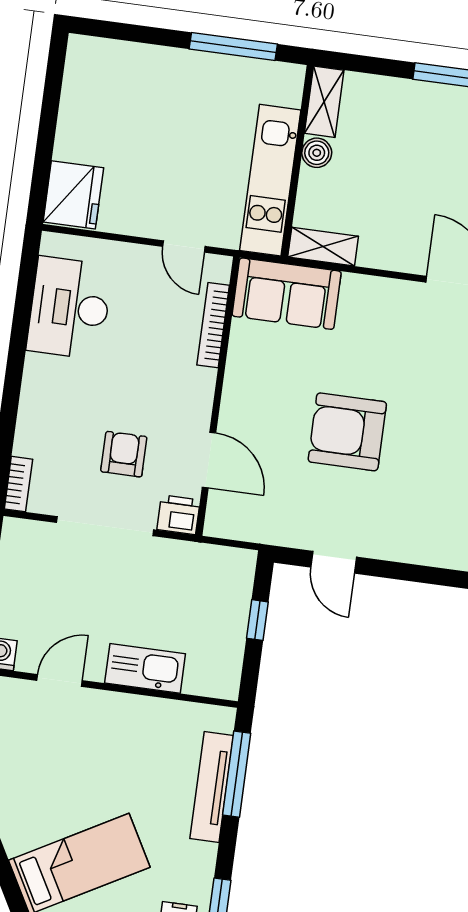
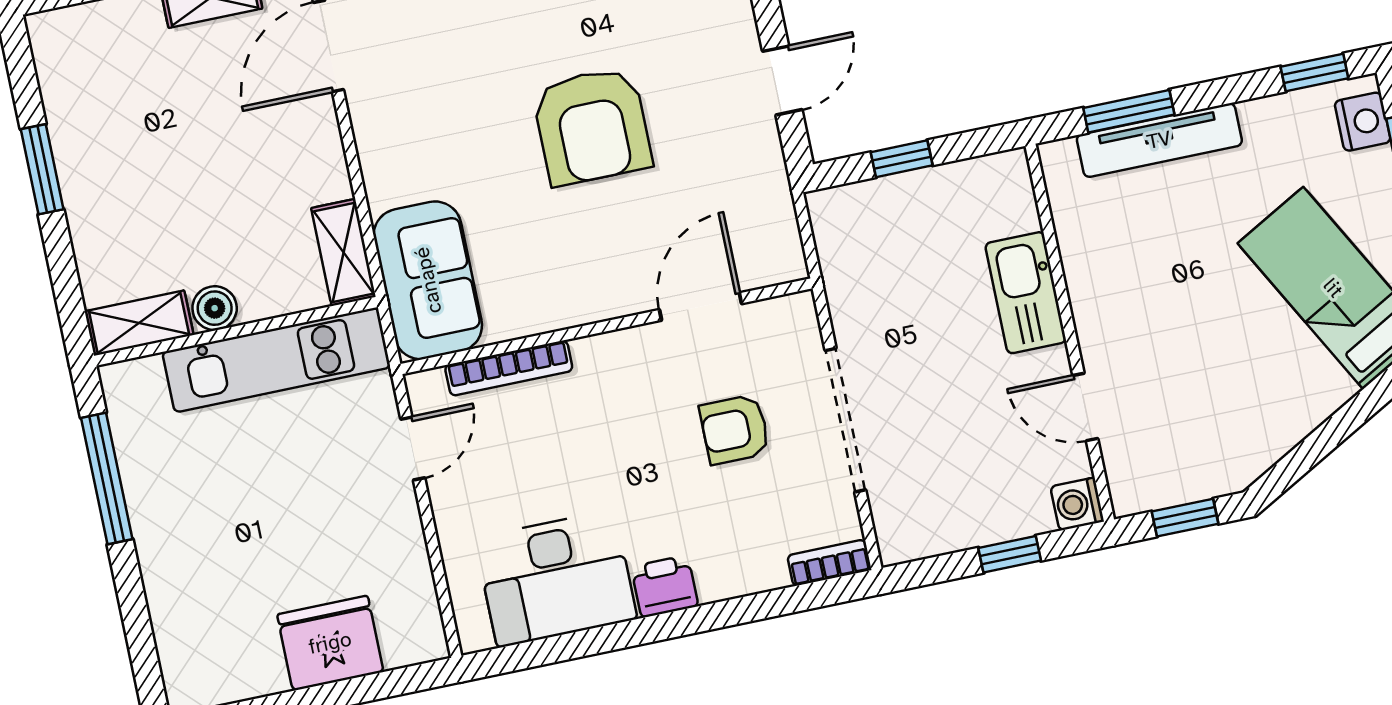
fridge: (73, 195) -> (330, 643), moved
printer: (179, 515) -> (665, 586), moved, turned 90
window: (237, 774) -> (1129, 111), width x0.69

